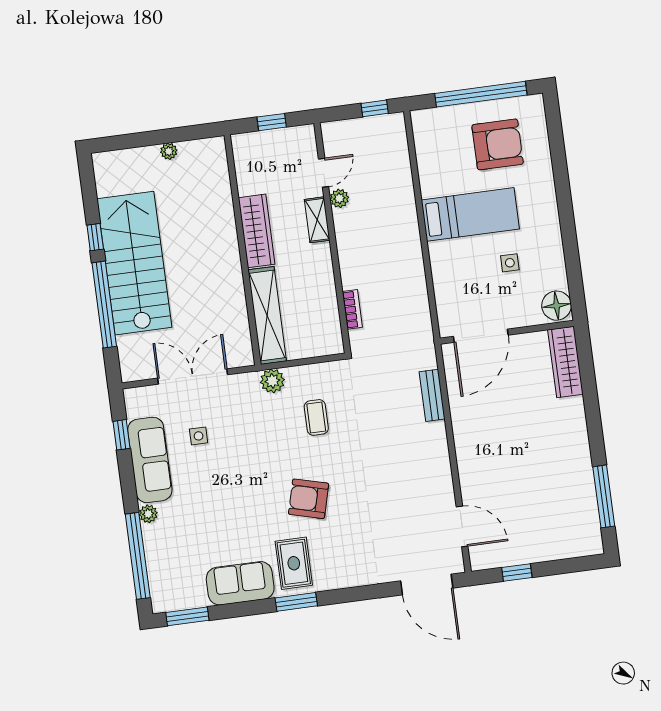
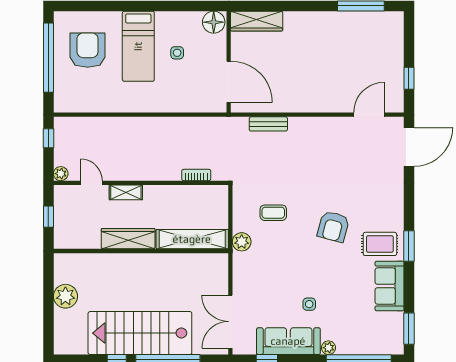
plant: (169, 151) -> (65, 296), width x1.88, depth x1.88
plant: (339, 198) -> (61, 174), moved
bed: (470, 214) -> (138, 46), moved, turned 180
double door: (193, 376) -> (230, 322), moved
side table: (199, 436) -> (309, 304), moved

